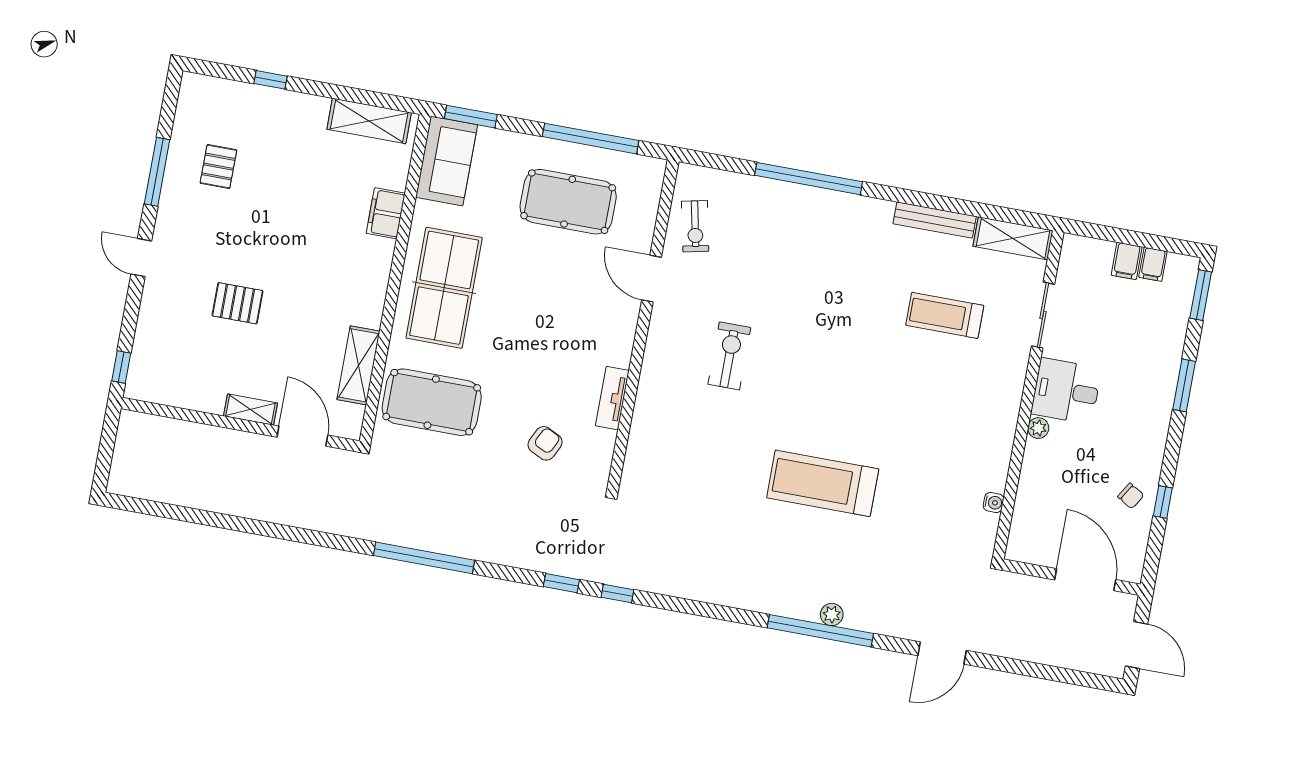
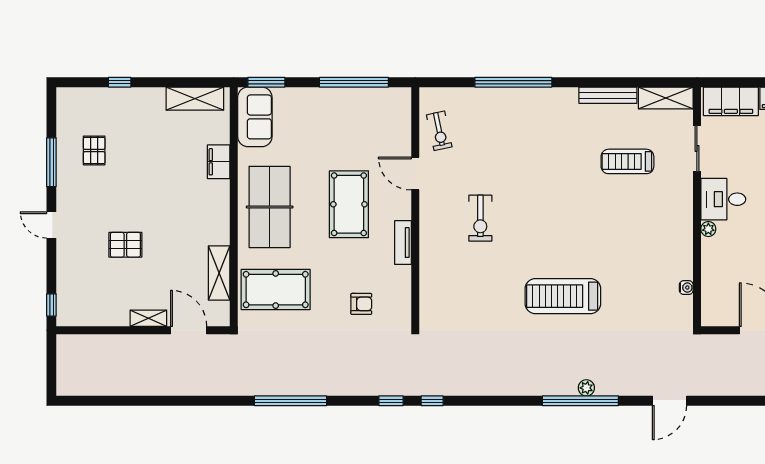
pool table: (568, 202) -> (349, 204), moved, turned 90
filing cabinet: (1127, 261) -> (731, 101), width x3.00, depth x1.17
exercise bike: (729, 356) -> (480, 218), turned 180
tv unit: (612, 398) -> (403, 243), moved
armchair: (545, 443) -> (361, 304), turned 64

